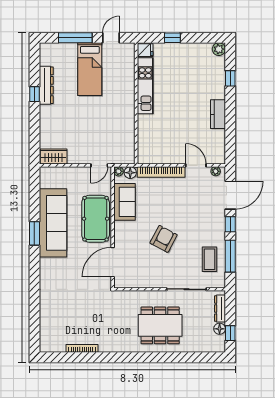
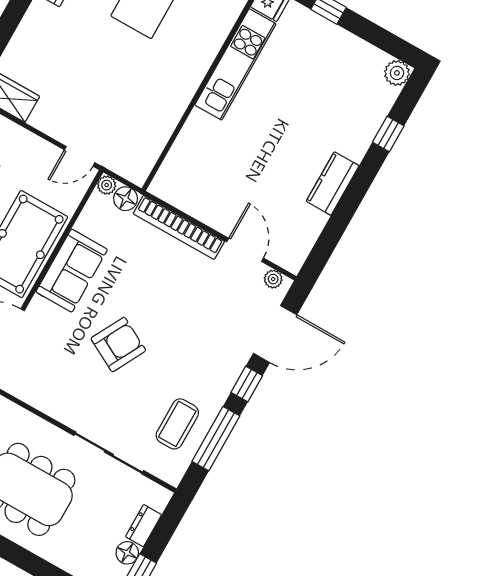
sofa: (124, 202) -> (72, 271), moved
dresser: (220, 309) -> (143, 526), width x0.70

